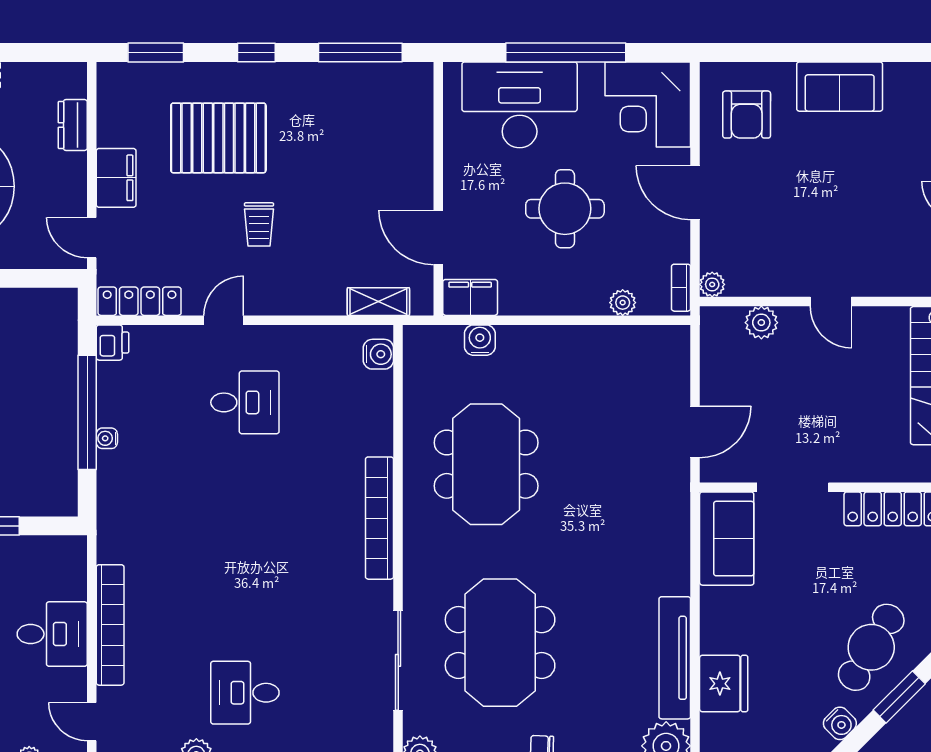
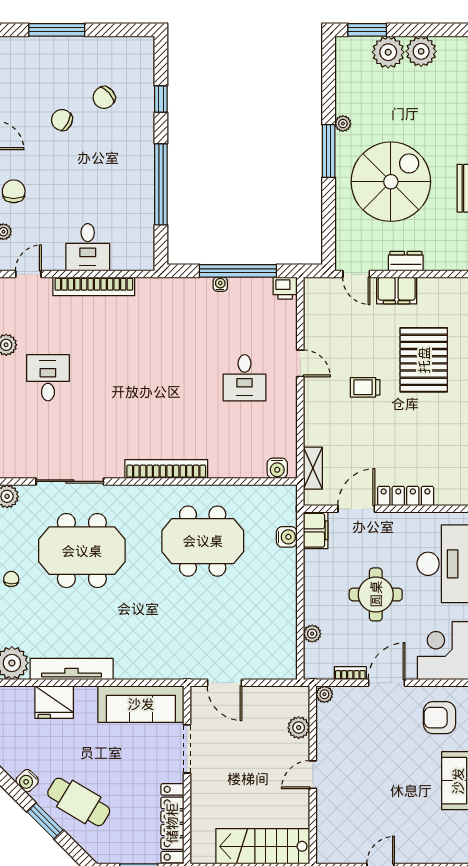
dresser: (73, 125) -> (406, 261), moved
door: (92, 238) -> (356, 274), swing flipped
bookcase: (681, 288) -> (350, 673), moved
locker: (140, 301) -> (406, 496), moved, turned -90
sofa: (727, 539) -> (141, 704), width x1.36

